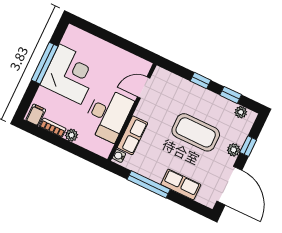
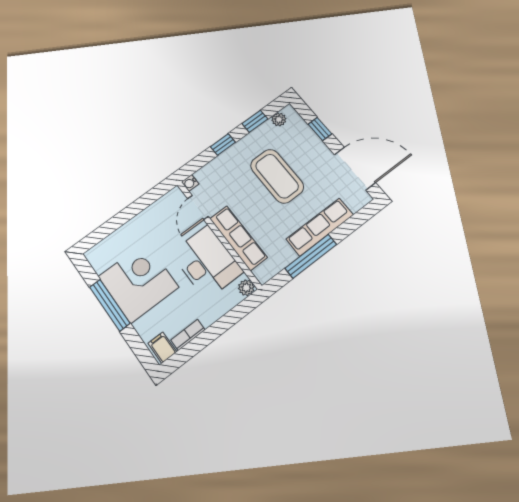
coffee table: (196, 132) -> (277, 176), turned 90
plant: (71, 135) -> (246, 288), moved
row of seats: (133, 135) -> (238, 238), width x1.48
plant: (234, 150) -> (317, 146), removed
water cooler: (119, 156) -> (190, 183), moved
row of seats: (181, 185) -> (320, 227), width x1.48

